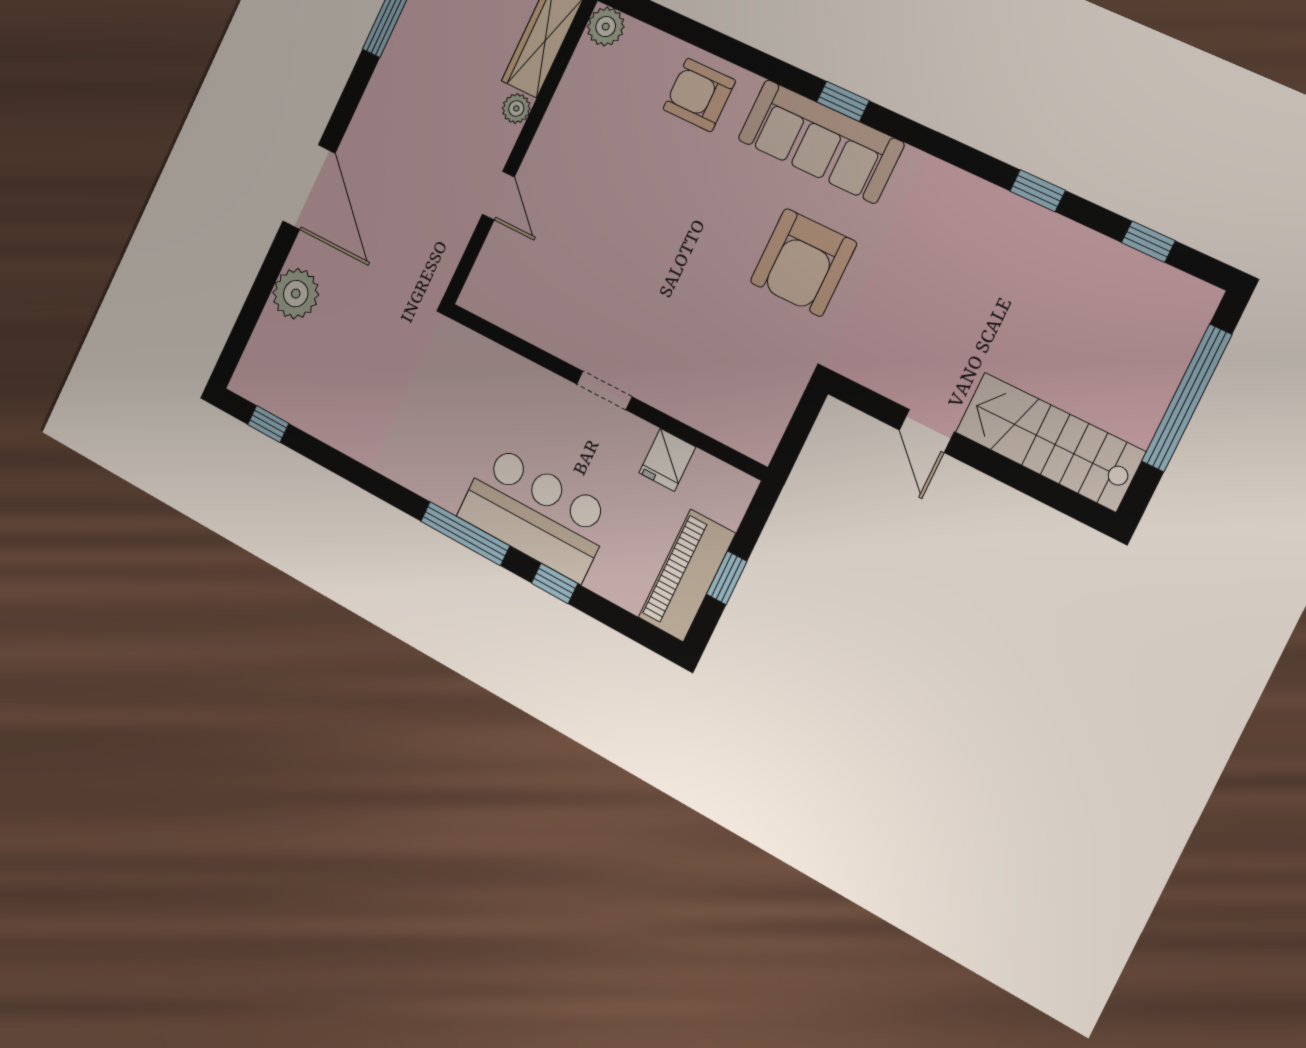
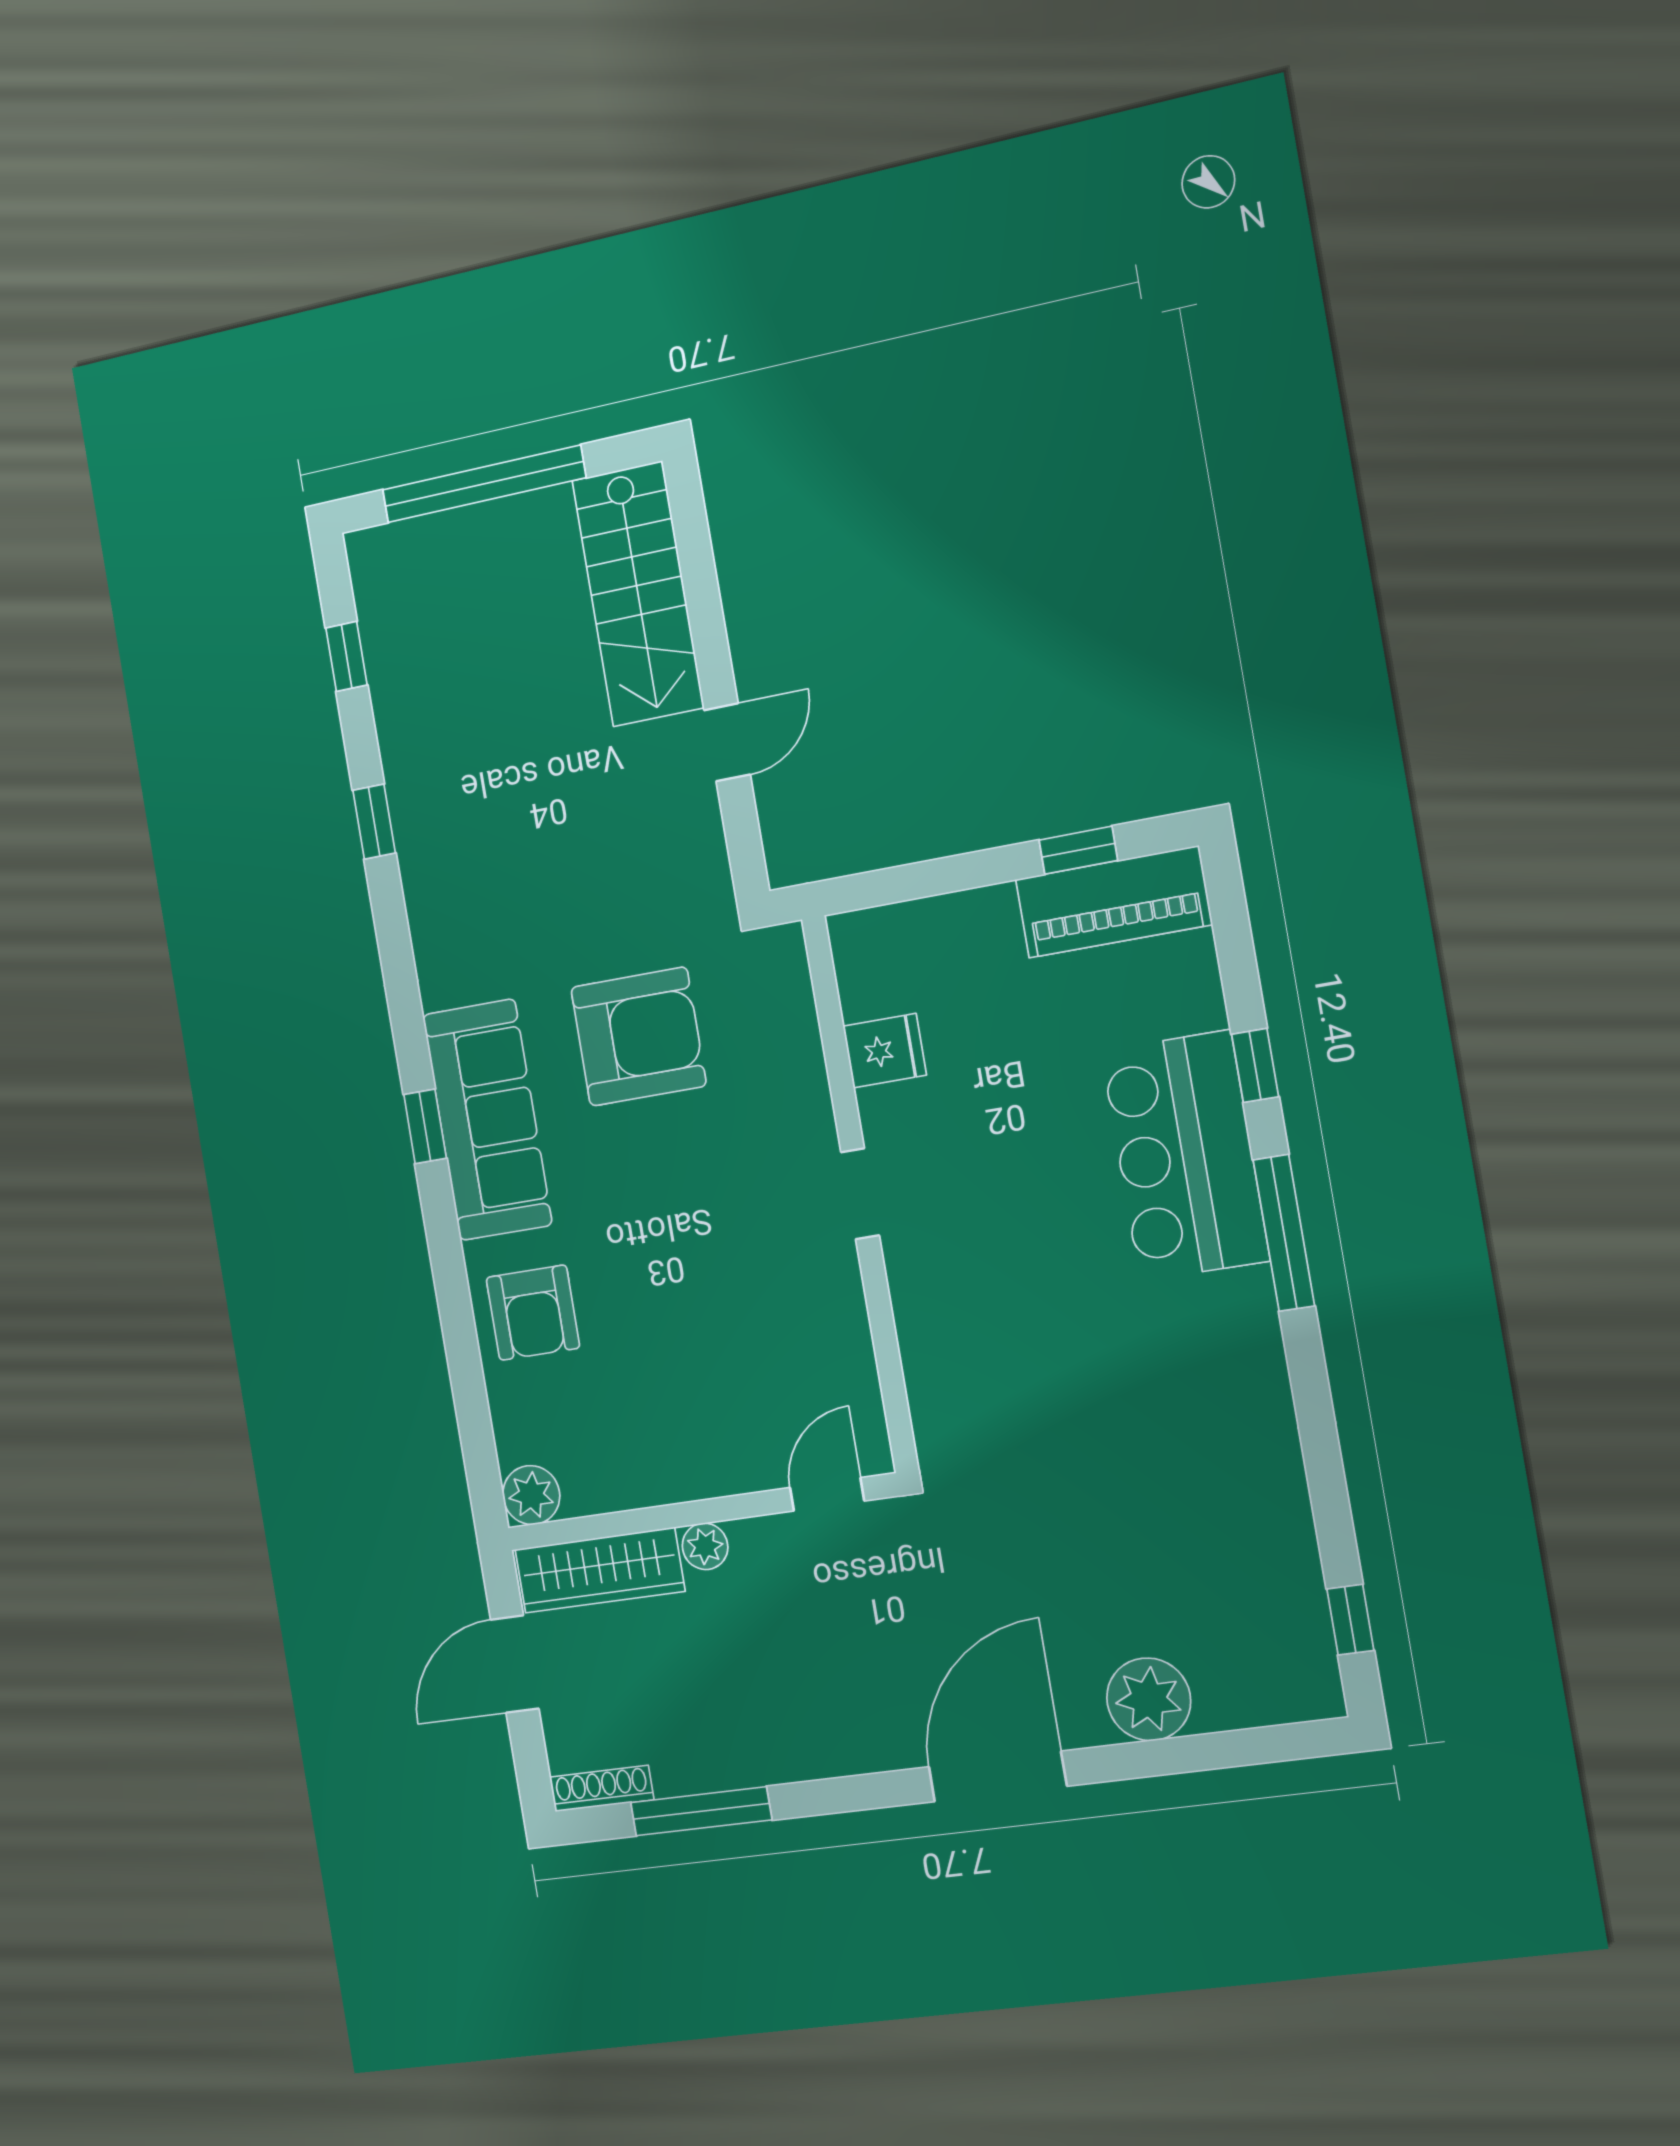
doorway: (604, 390) -> (860, 1194), moved
wall: (604, 390) -> (860, 1194), moved
fridge: (667, 460) -> (885, 1051), moved

